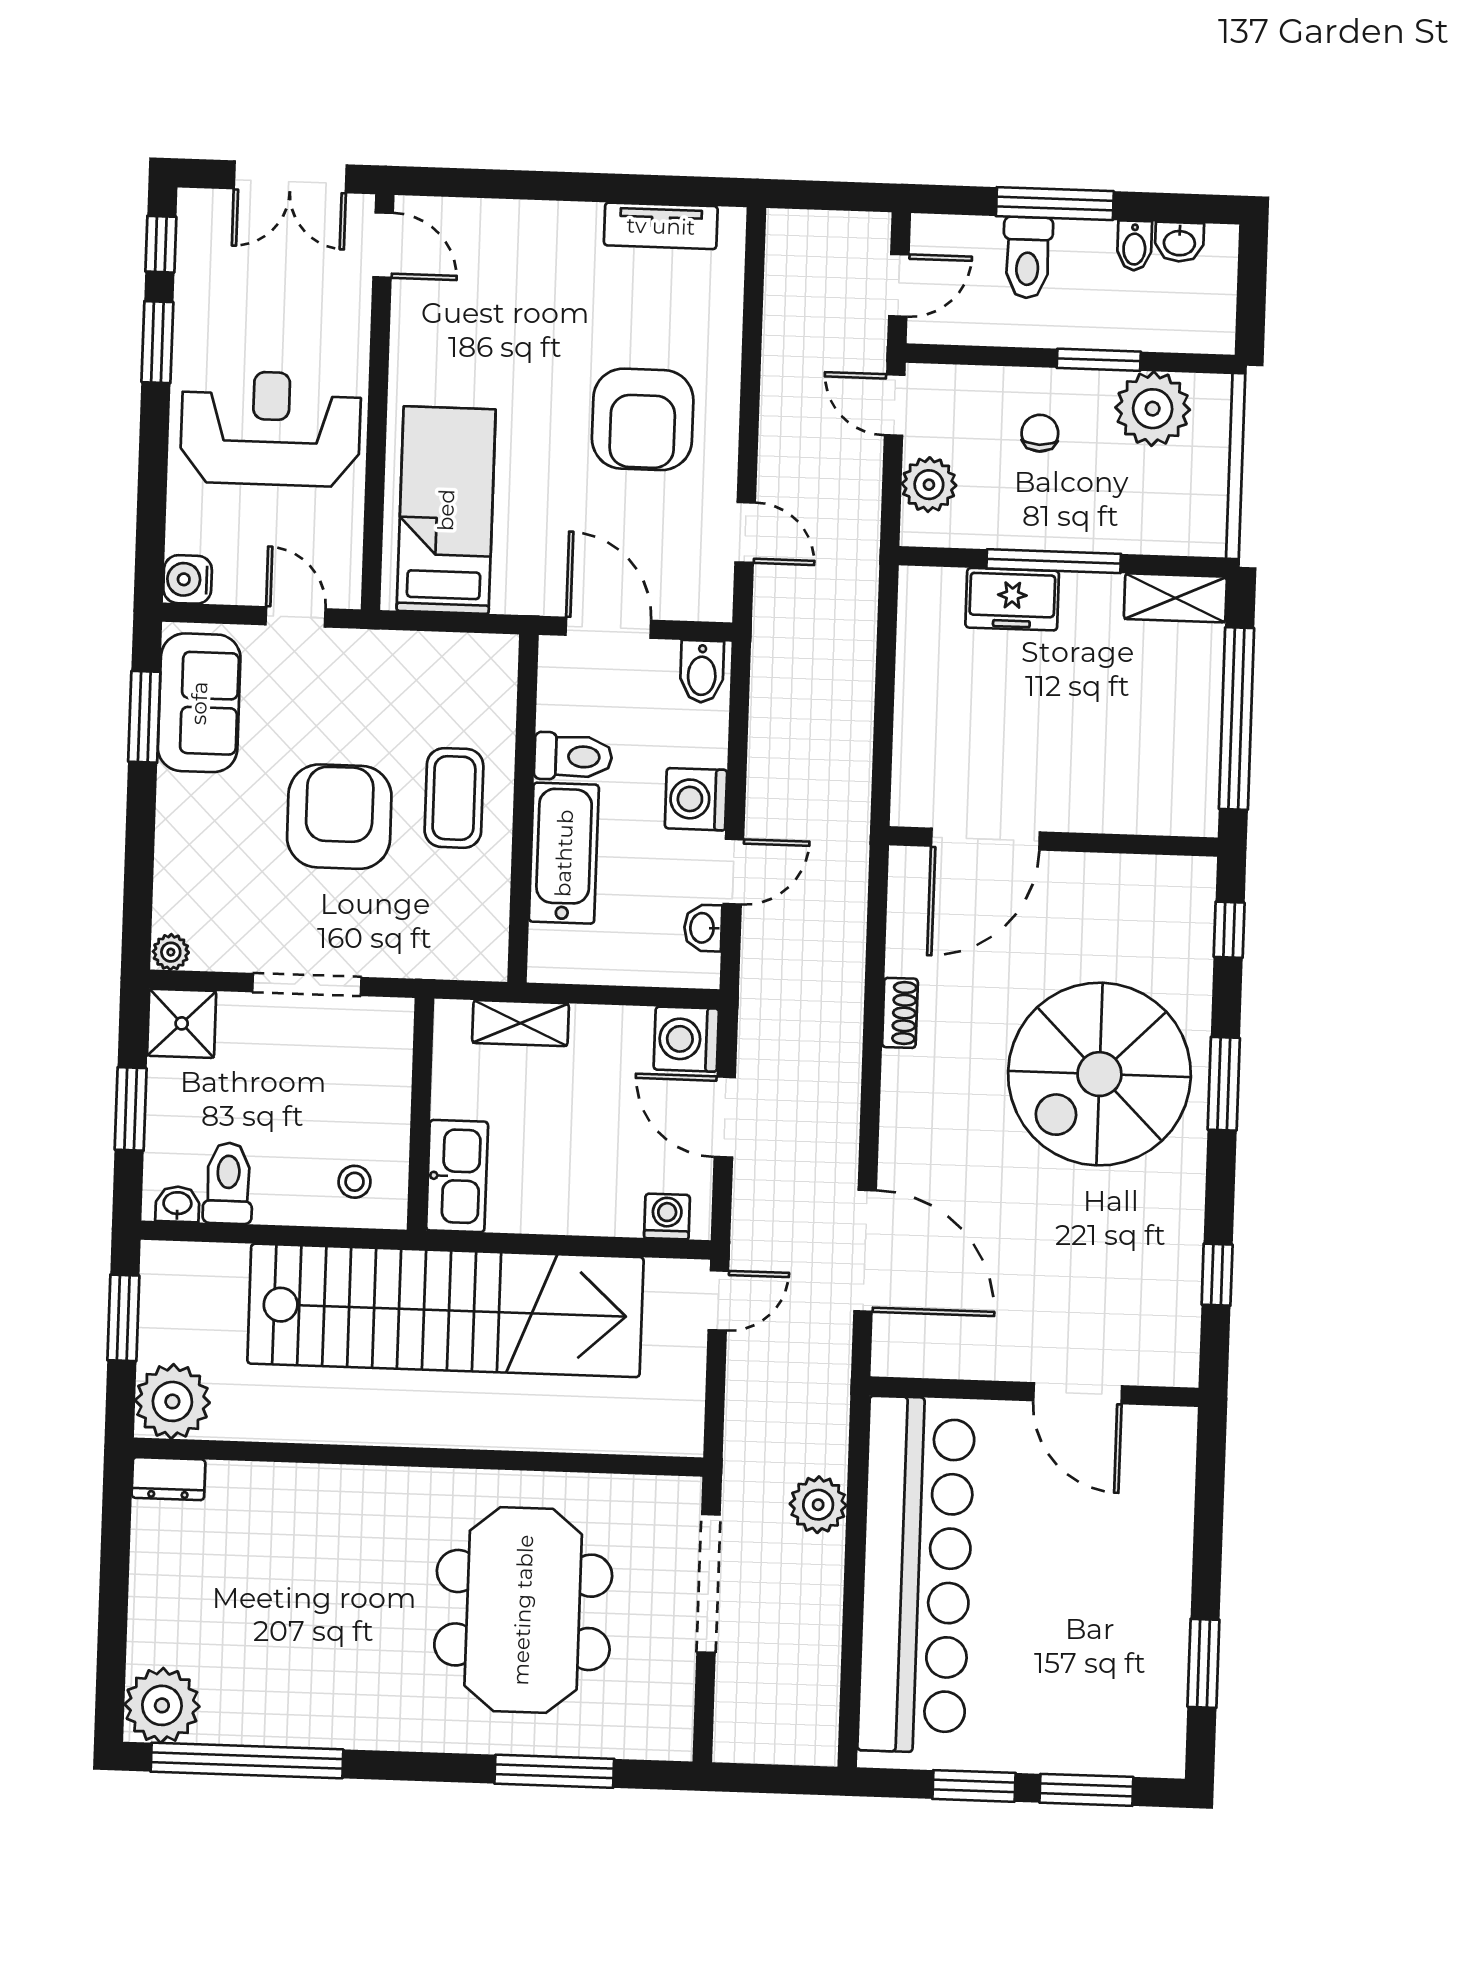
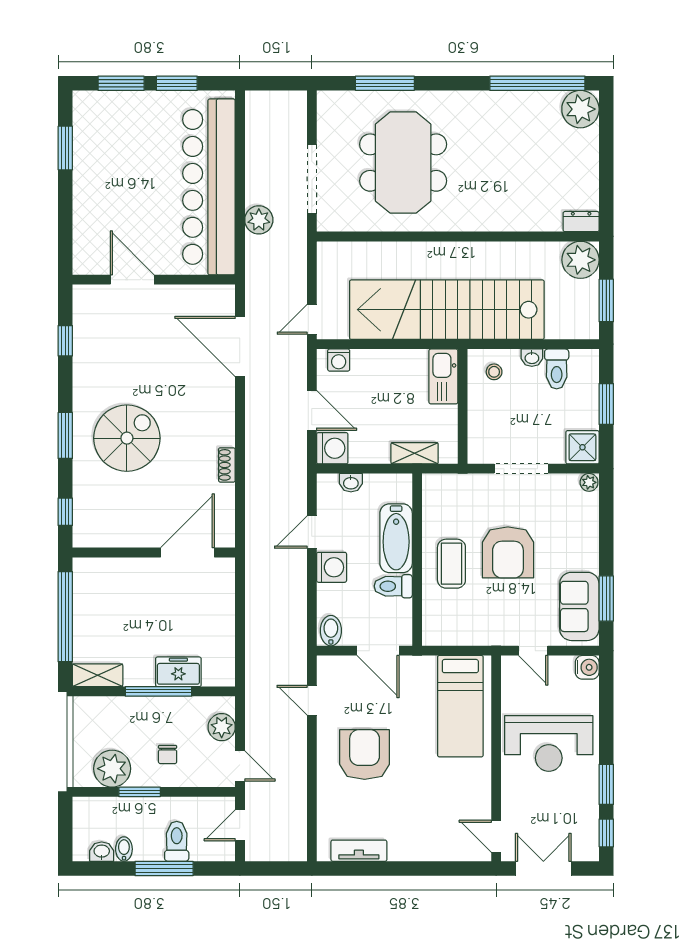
washbasin: (703, 928) -> (351, 483), moved, turned 90
spiral stairs: (1099, 1074) -> (127, 438), width x0.73, depth x0.73
washbasin: (177, 1204) -> (532, 358), moved

